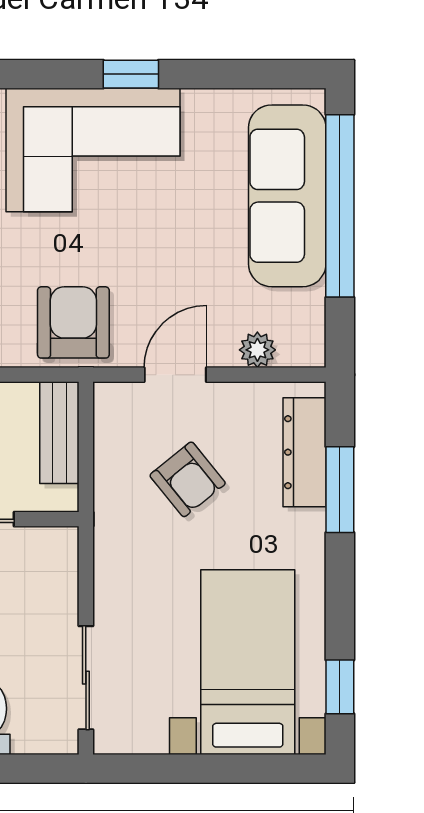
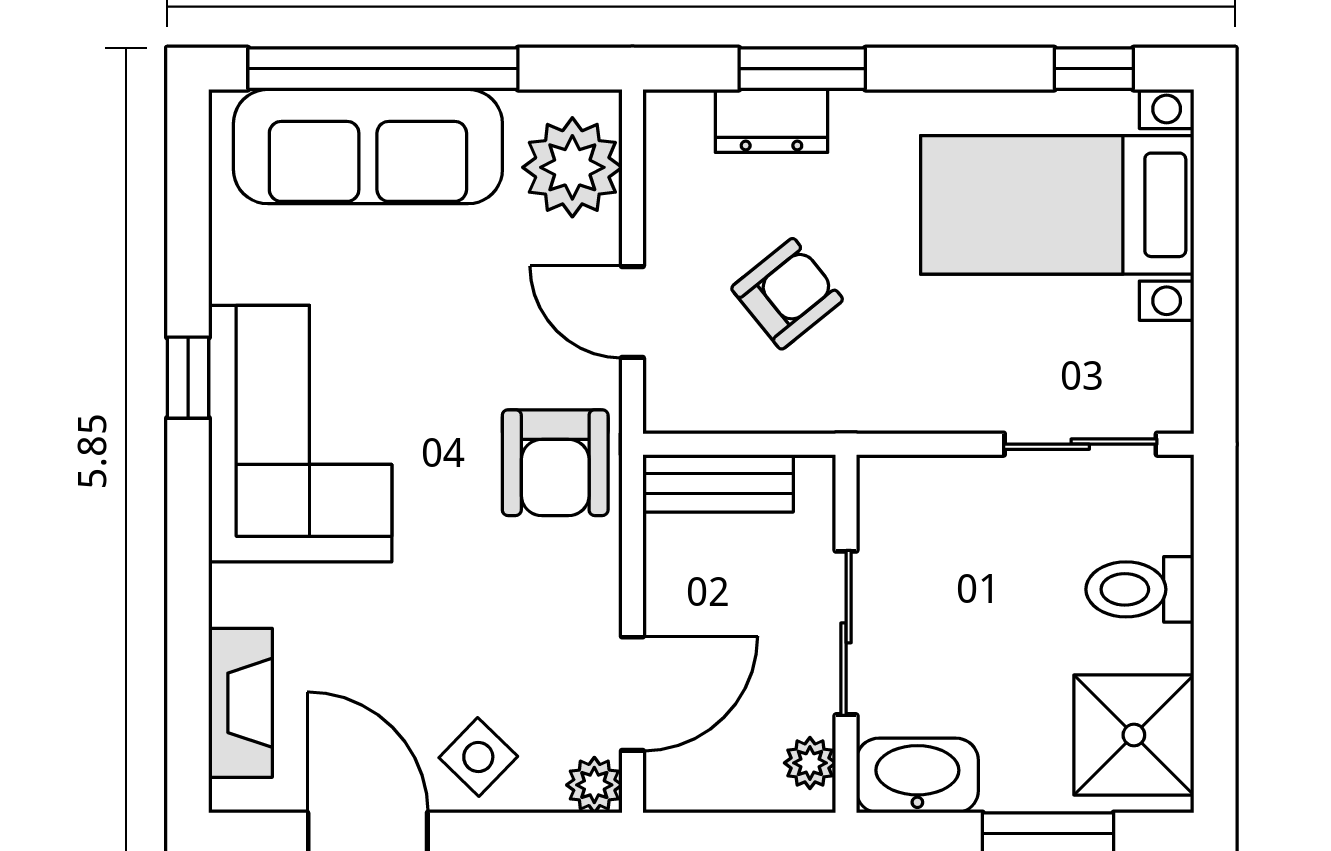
armchair: (73, 322) -> (555, 463), turned -90
plant: (257, 350) -> (572, 167), width x1.87, depth x1.87
dresser: (305, 452) -> (771, 121), width x0.70

